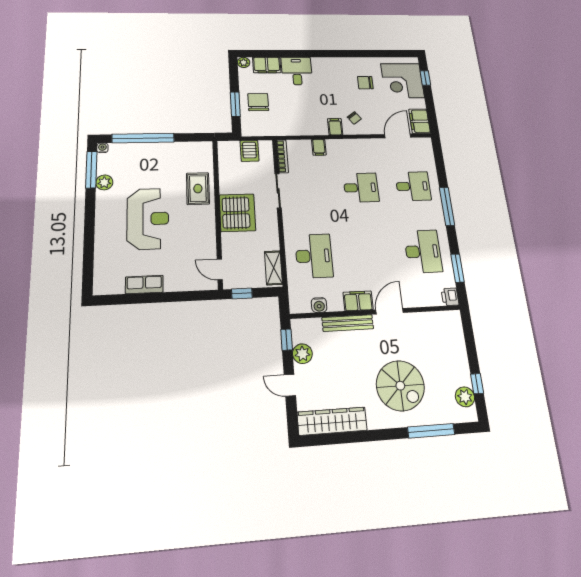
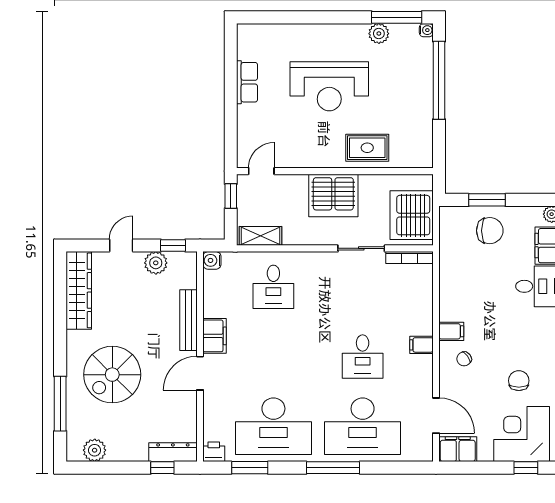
filing cabinet: (319, 147) -> (421, 345), moved
server rack: (249, 151) -> (412, 215), width x2.18, depth x1.44
desk: (413, 186) -> (363, 426), width x1.87, depth x1.30
desk: (423, 251) -> (273, 426), width x1.36, depth x1.30
desk: (314, 256) -> (273, 287), width x0.73
water cooler: (319, 305) -> (212, 260), moved
door: (390, 311) -> (200, 373), swing flipped
dresser: (456, 330) -> (173, 452), added
window: (477, 384) -> (162, 468), moved

